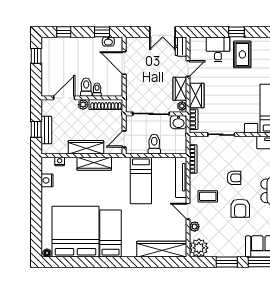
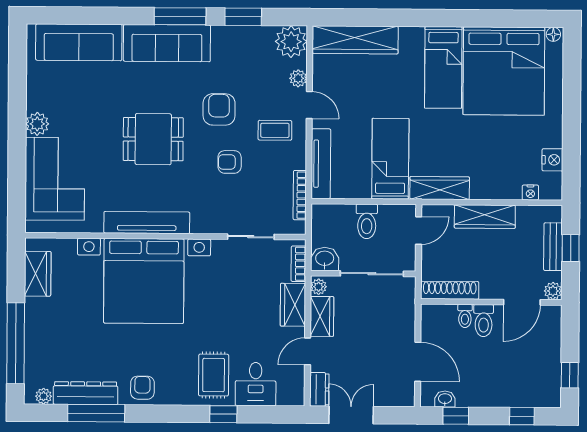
plant: (83, 105) -> (553, 291), moved
wardrobe: (94, 164) -> (440, 188), moved

